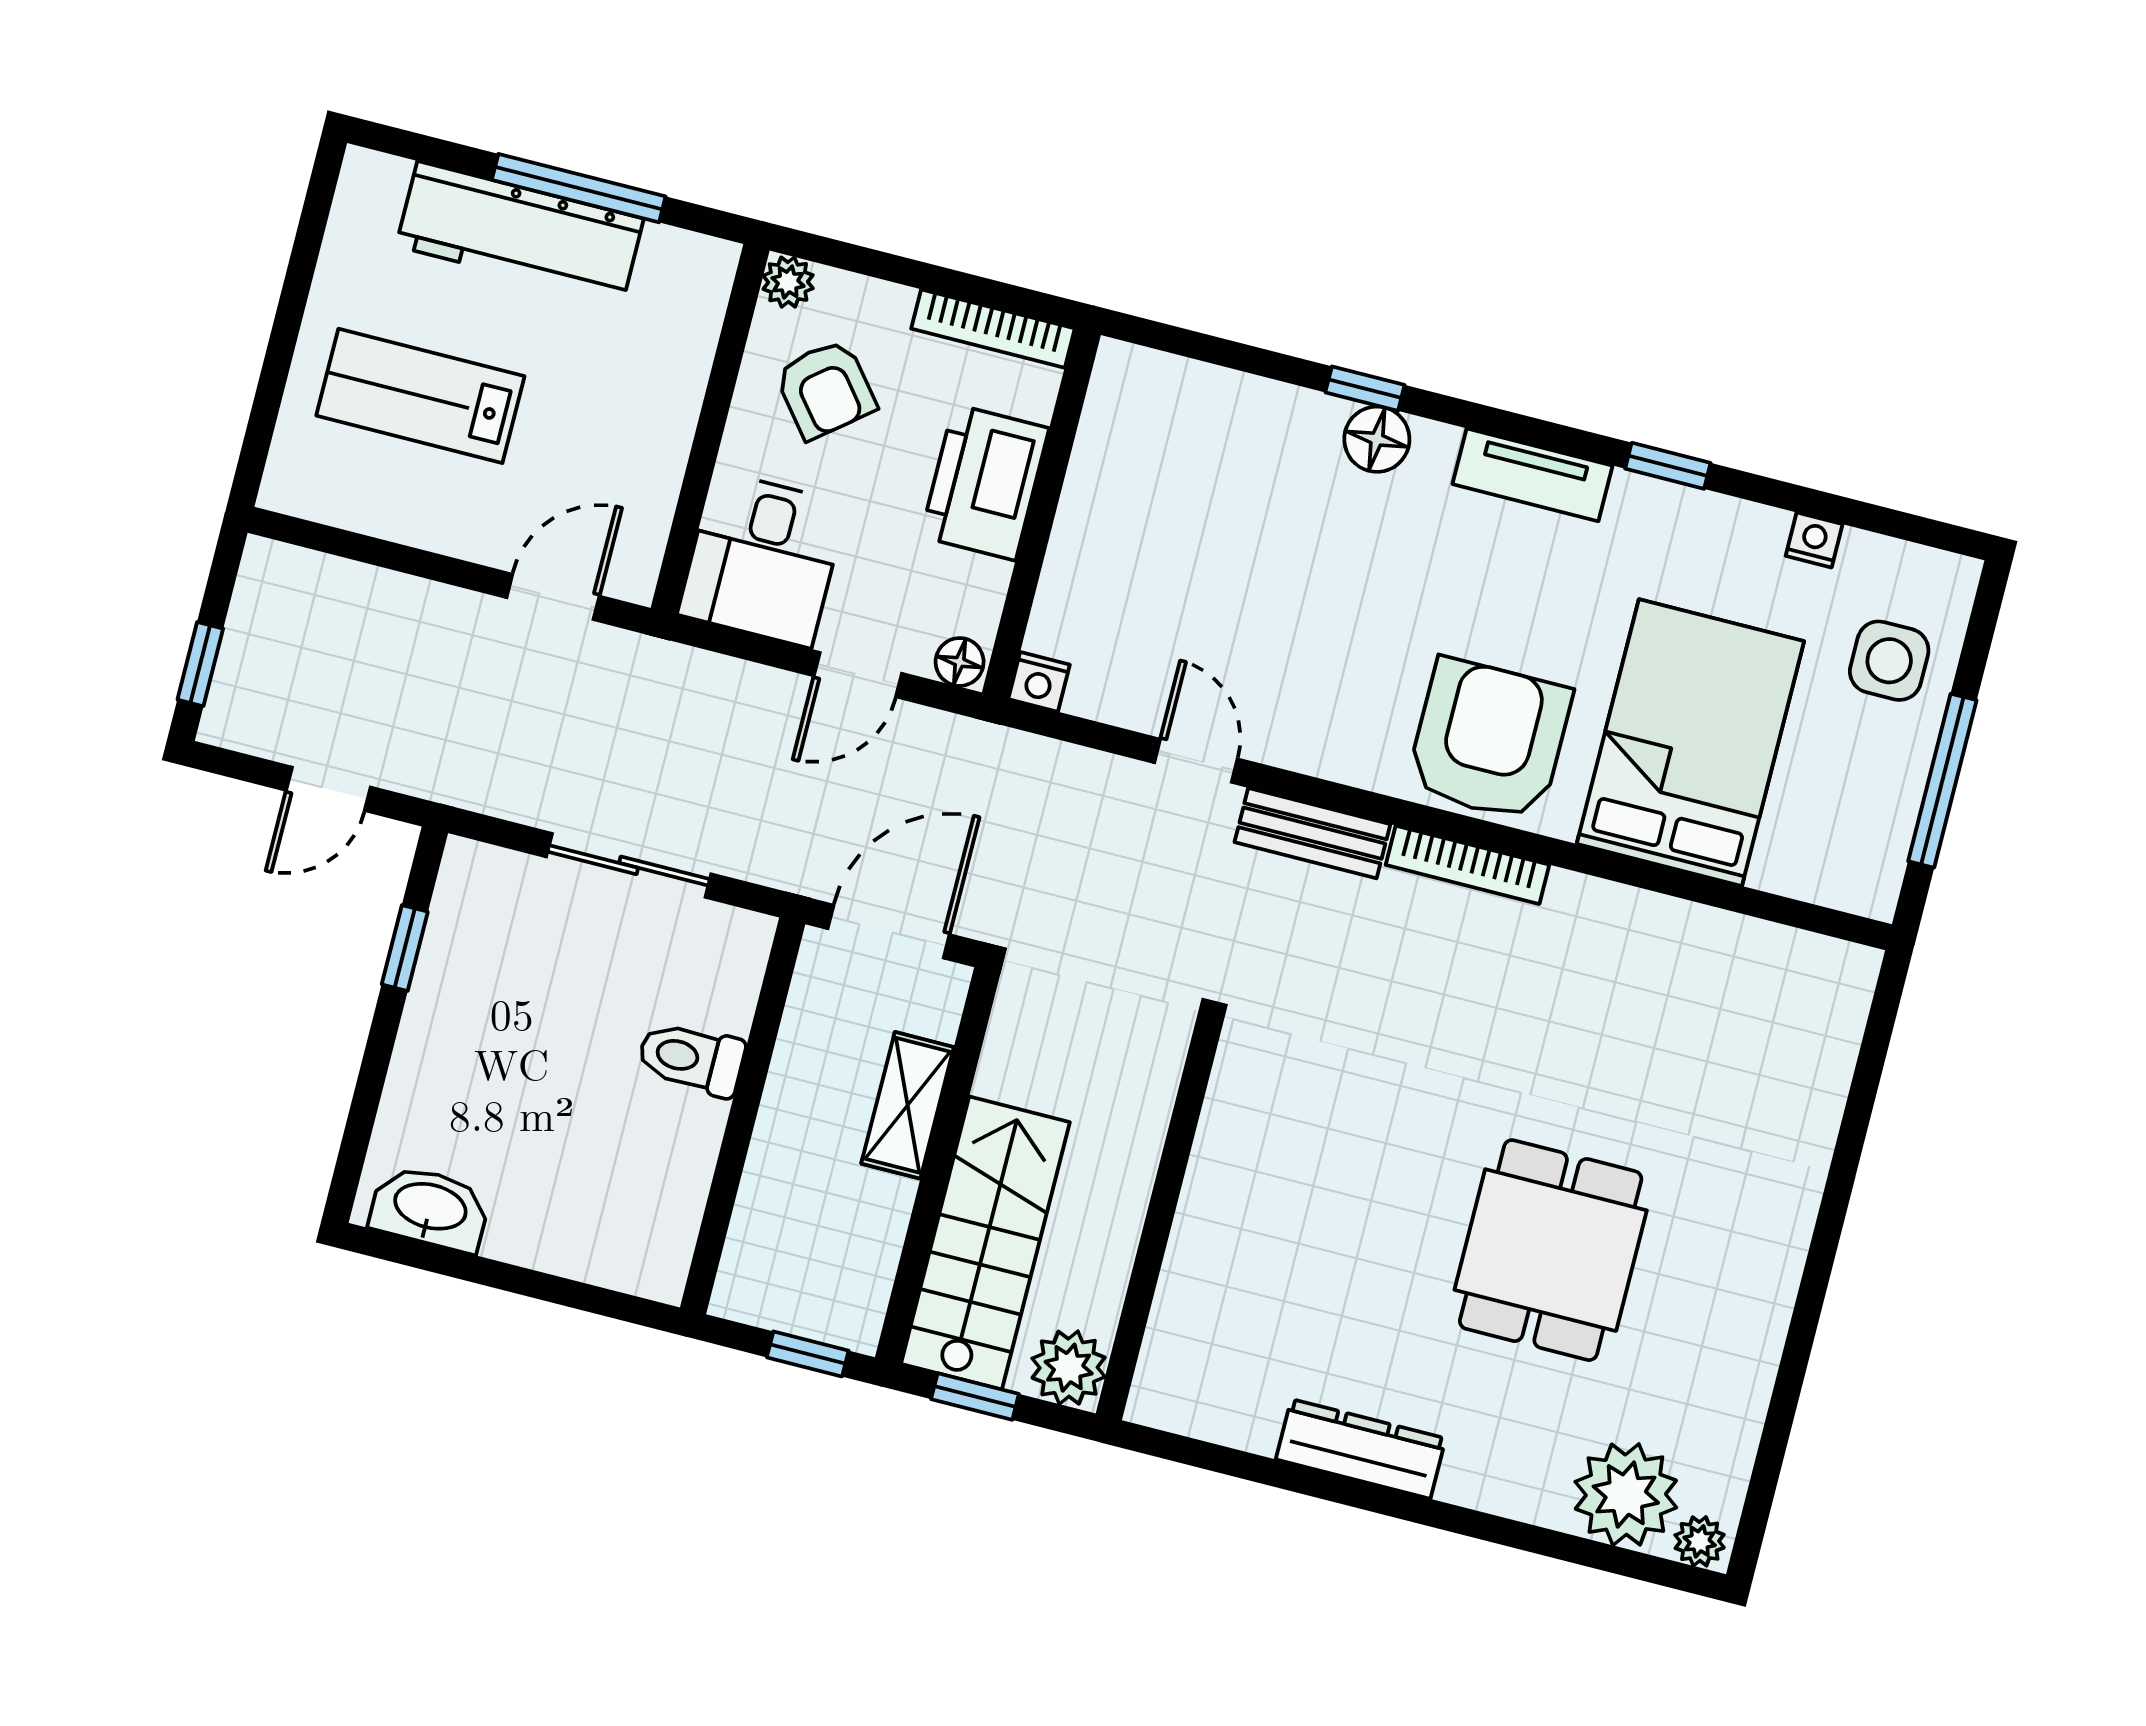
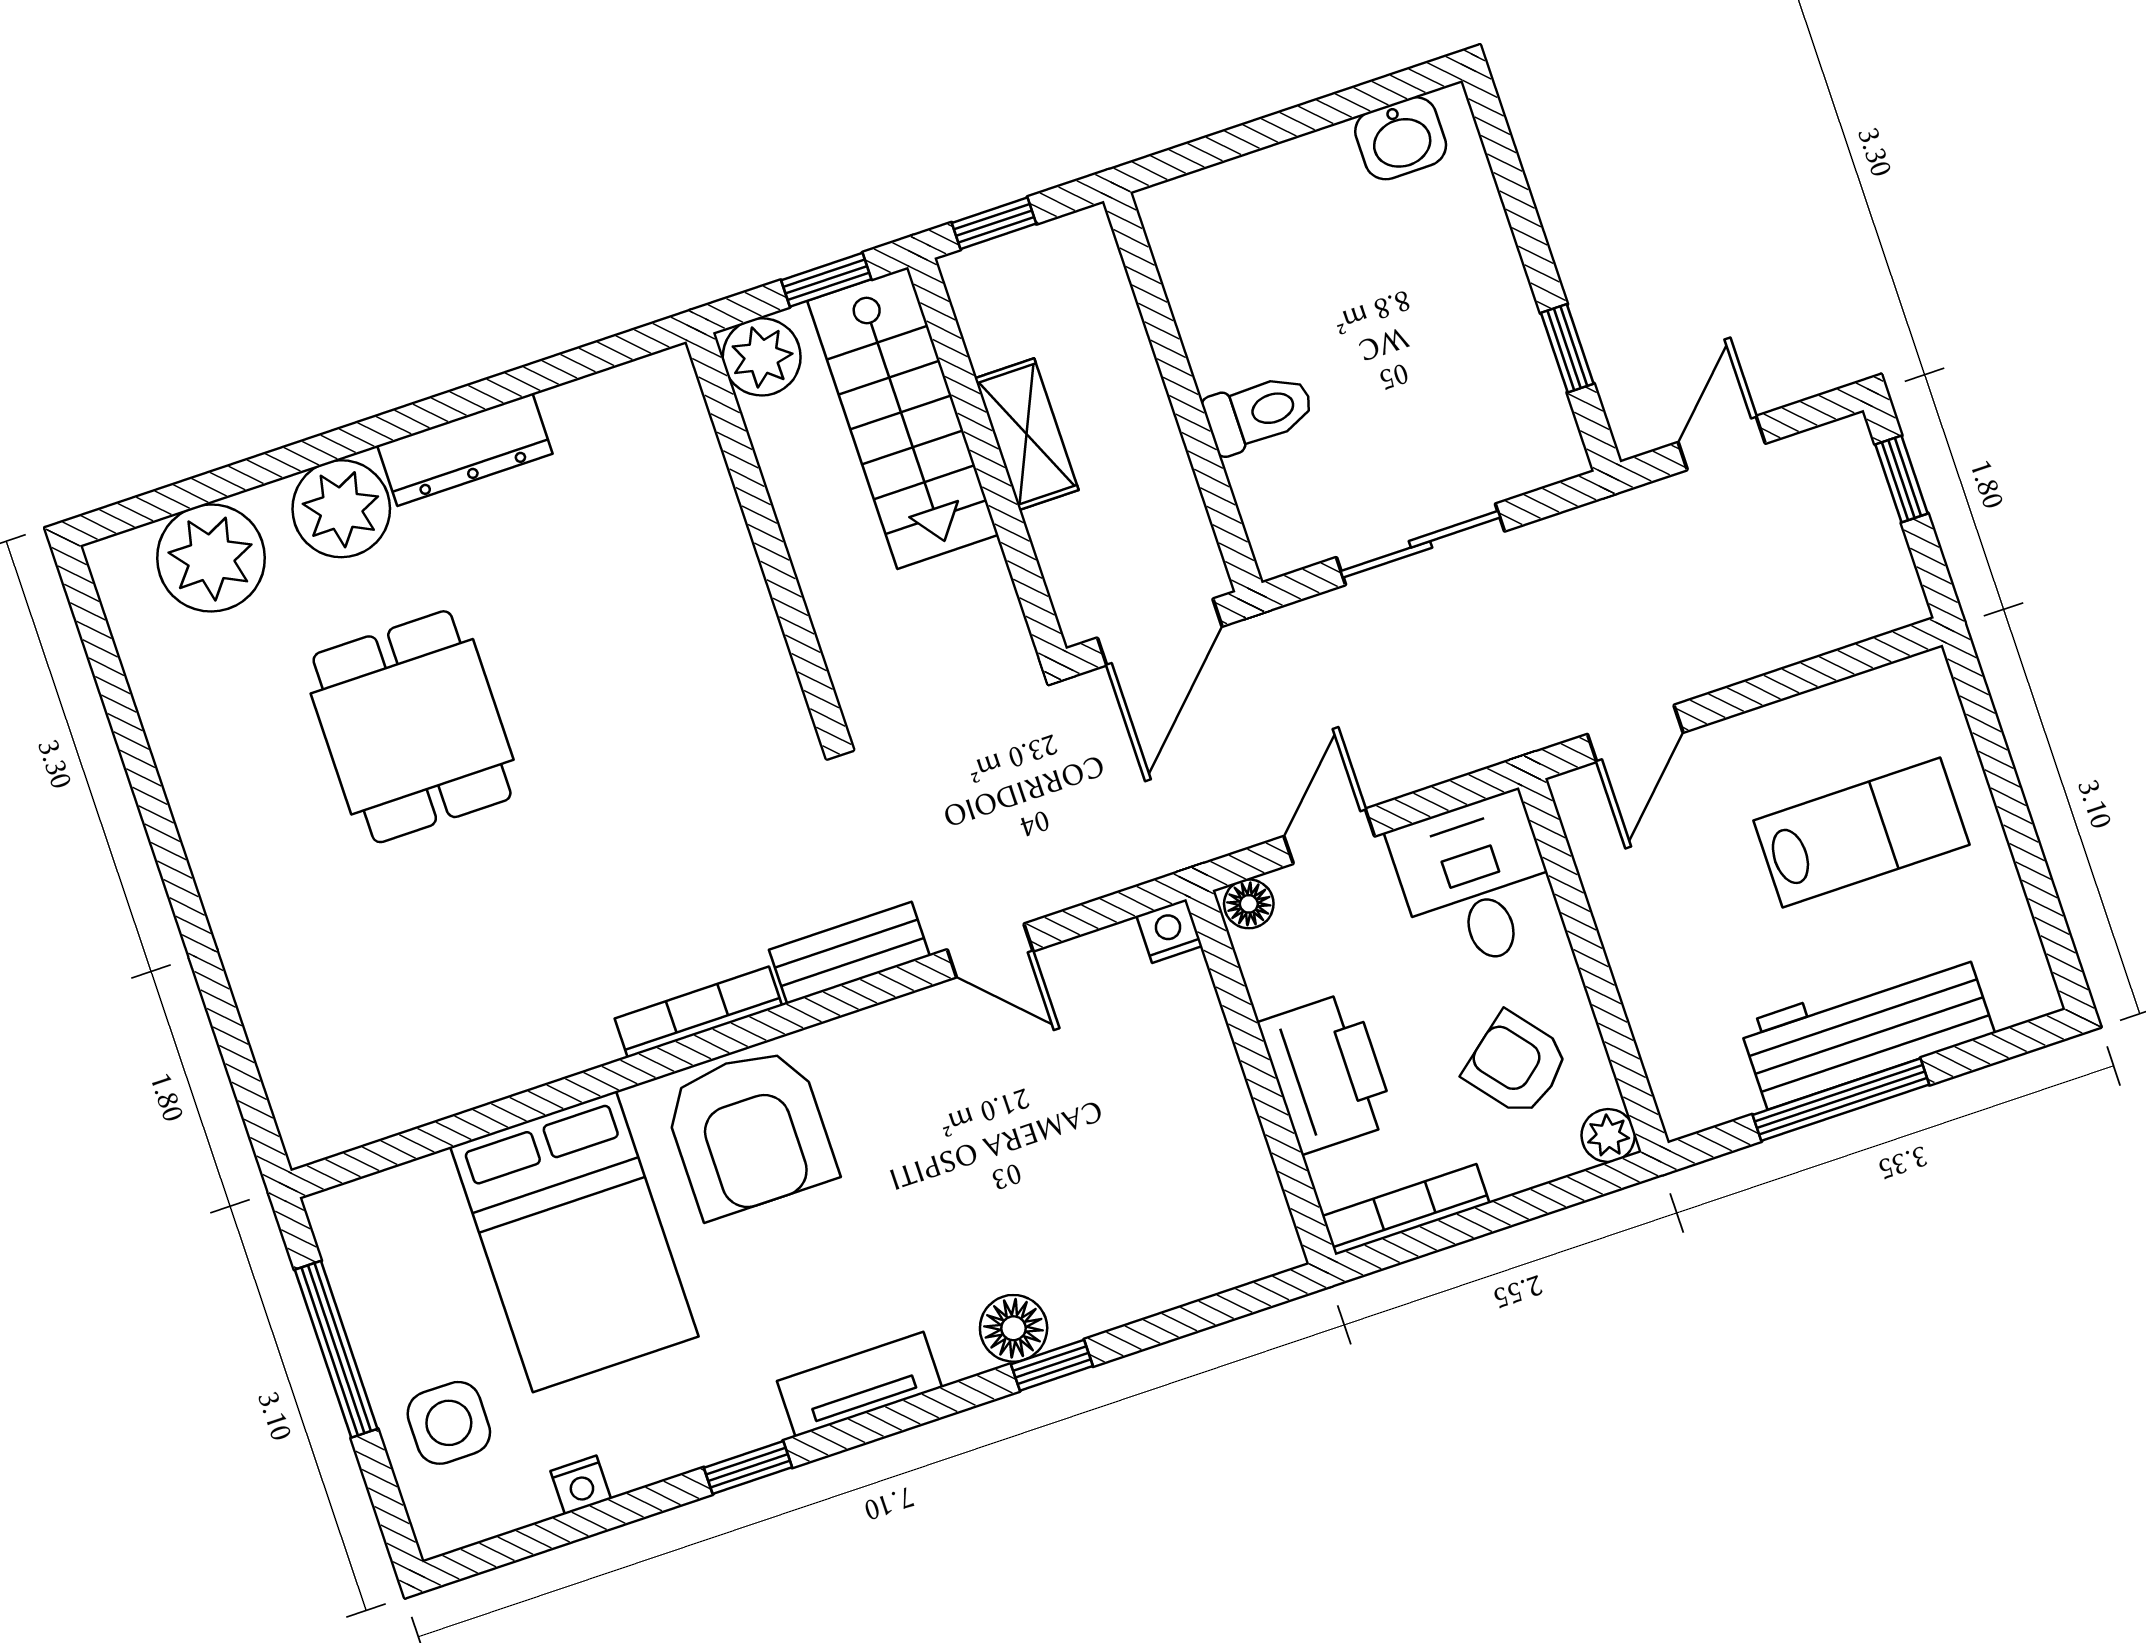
shelving: (908, 1105) -> (1027, 434), moved
washbasin: (430, 1208) -> (1401, 138), width x0.72
plant: (1700, 1541) -> (341, 509), moved, width x1.88, depth x1.88

